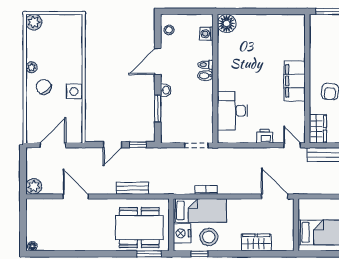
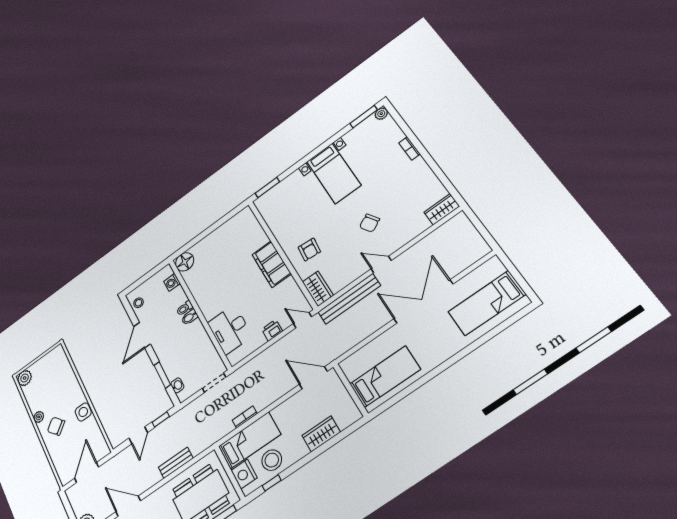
washbasin: (166, 90) -> (177, 385), moved

